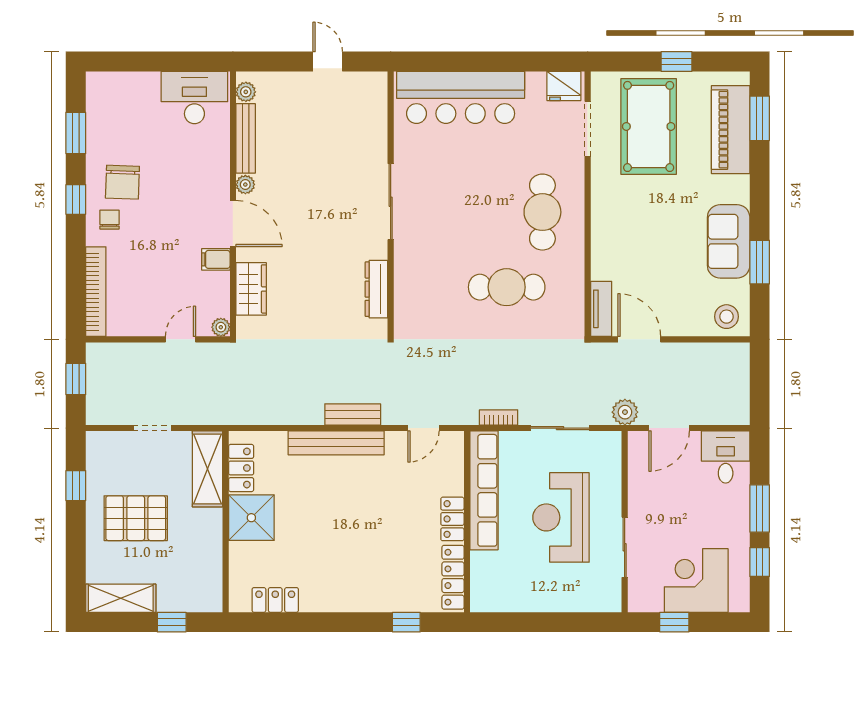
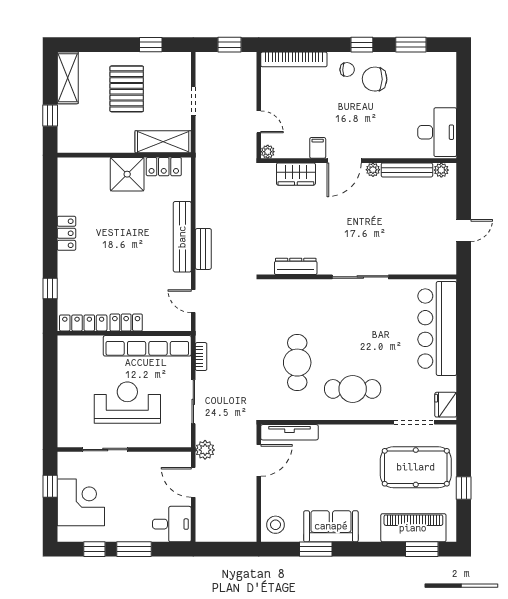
tv unit: (601, 309) -> (290, 432), width x1.41
locker: (275, 600) -> (66, 233), moved

